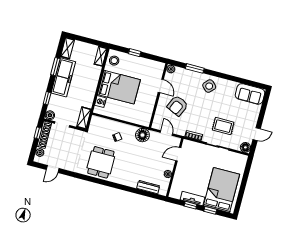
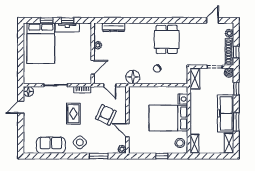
sofa: (250, 94) -> (51, 145), moved
rug: (223, 126) -> (73, 114), moved, turned 90

